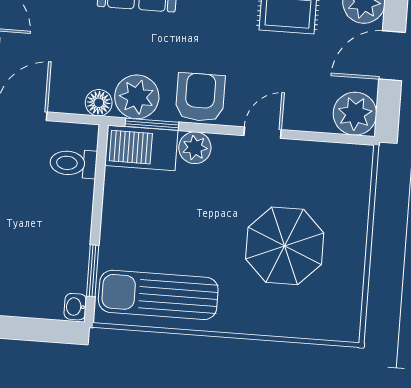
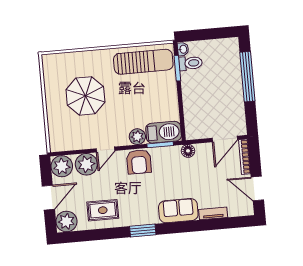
plant: (137, 97) -> (86, 164), moved
toilet: (73, 163) -> (190, 63), moved

